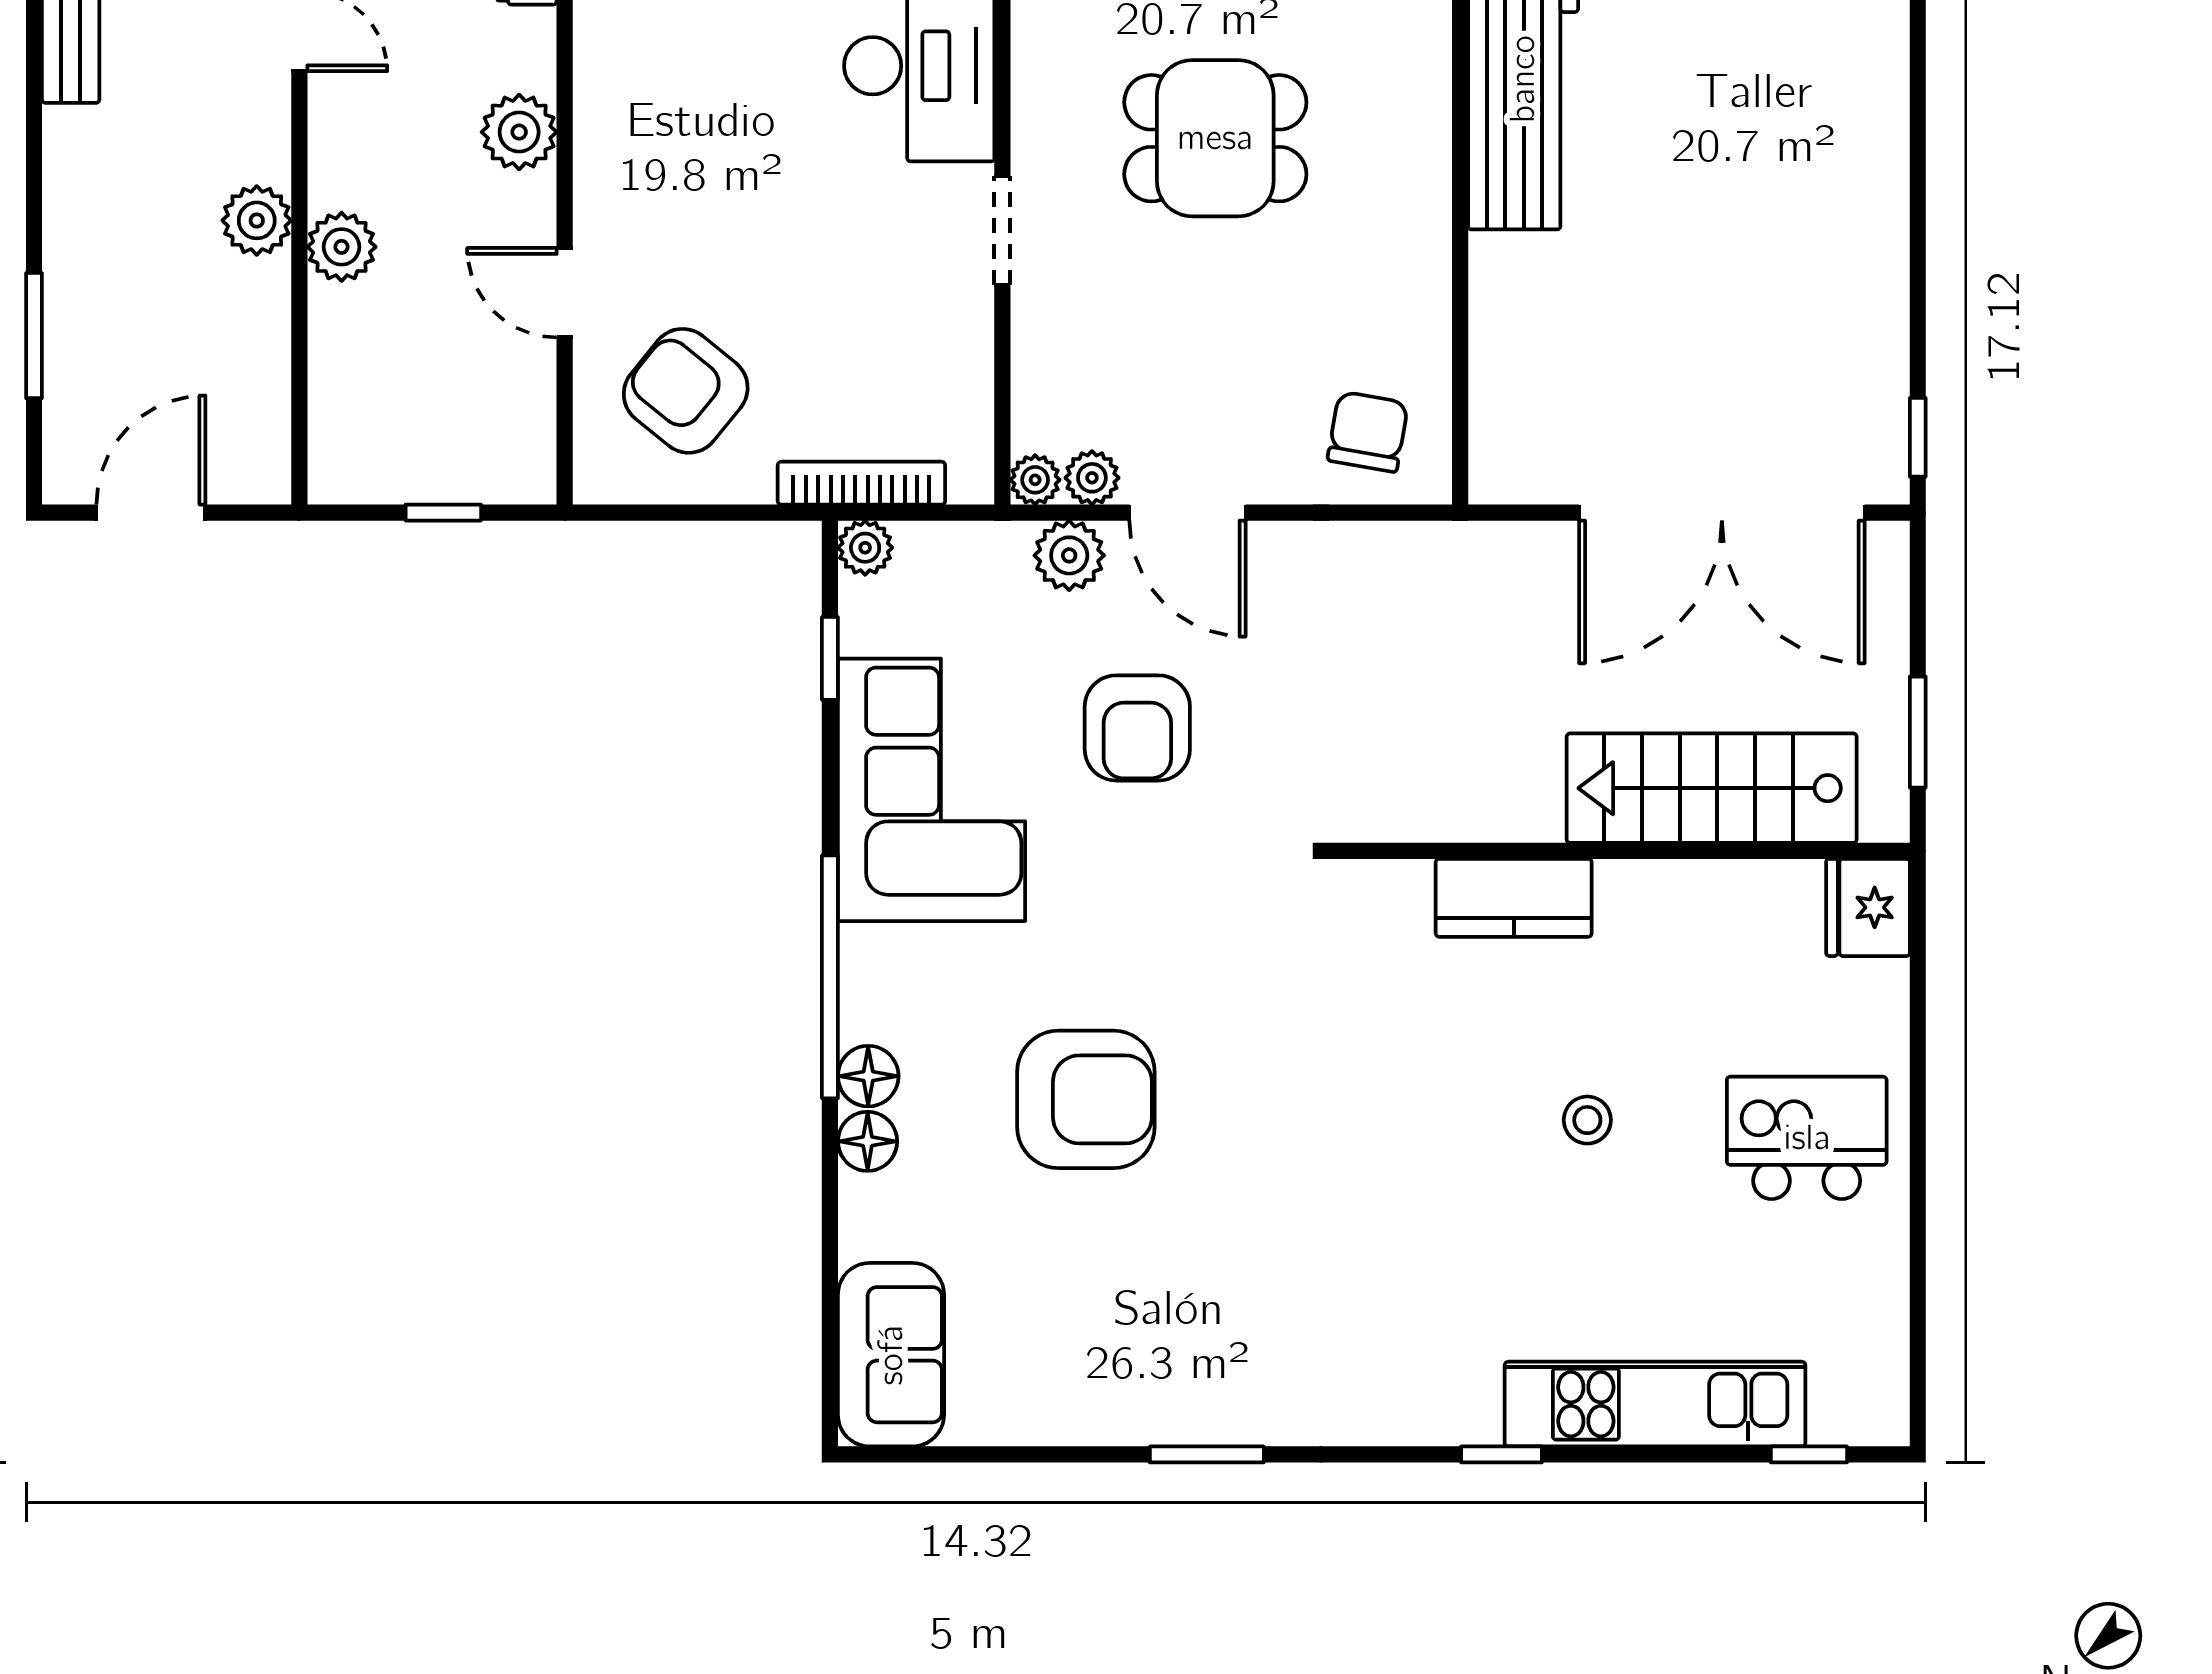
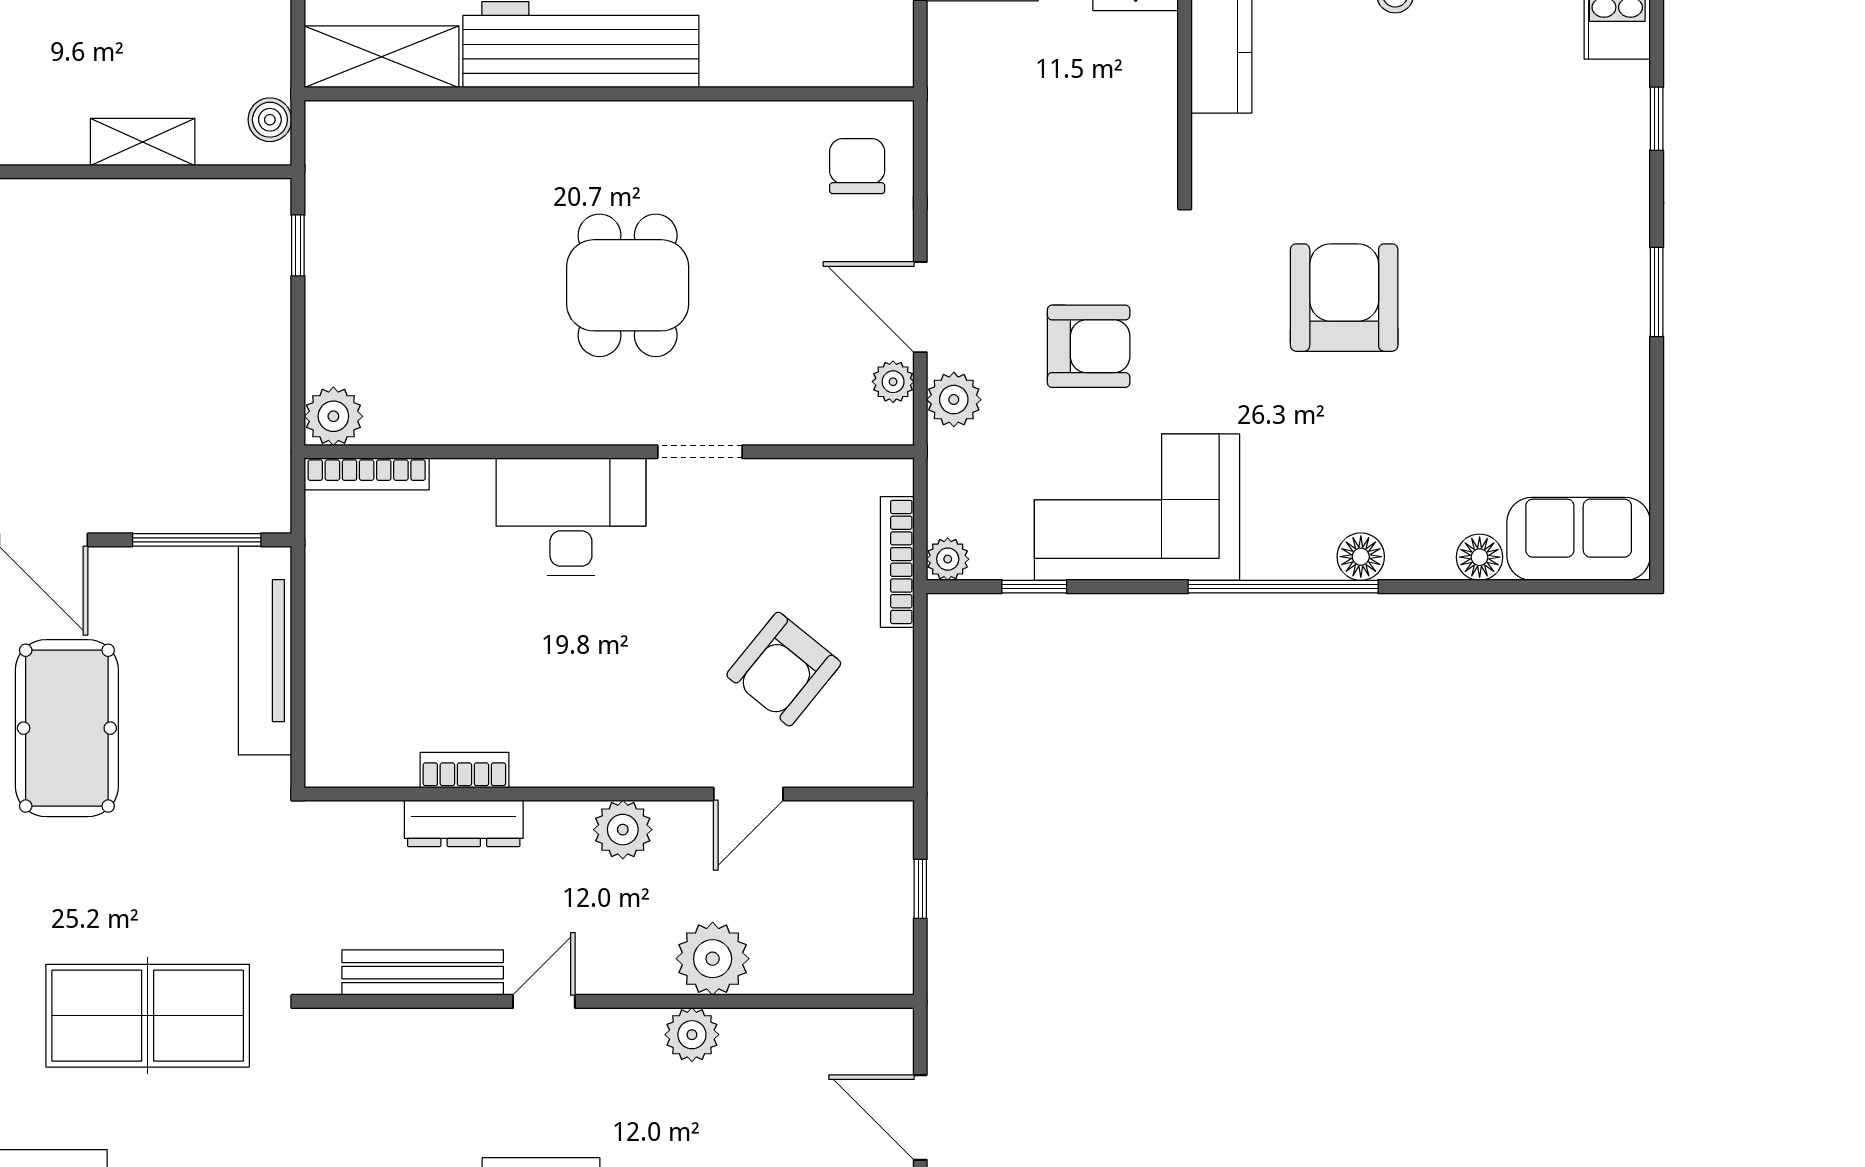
plant: (342, 247) -> (713, 959), width x1.36, depth x1.36
armchair: (686, 391) -> (784, 669), moved
chair: (1368, 432) -> (857, 166), turned 80
plant: (1035, 480) -> (895, 426), removed
door: (1187, 513) -> (920, 307), swing flipped
armchair: (1086, 1099) -> (1344, 298), moved
floor lamp: (868, 1141) -> (1480, 557), moved
window: (1502, 1454) -> (1657, 119), moved

